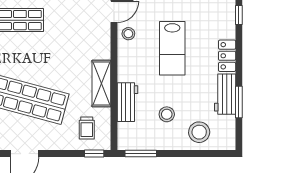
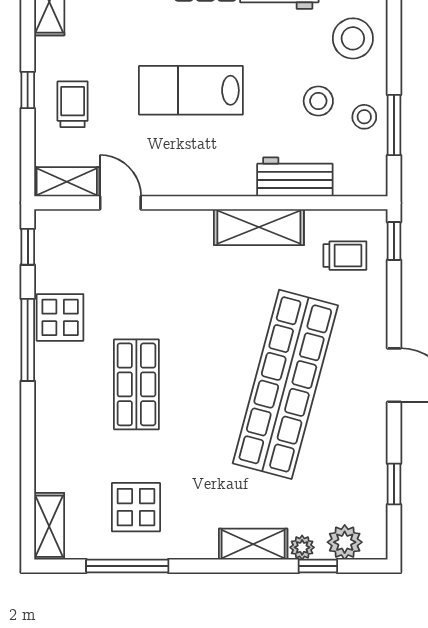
stool: (128, 34) -> (364, 117), moved
lab bench: (172, 48) -> (191, 90), turned 180
window: (141, 154) -> (394, 125), moved

